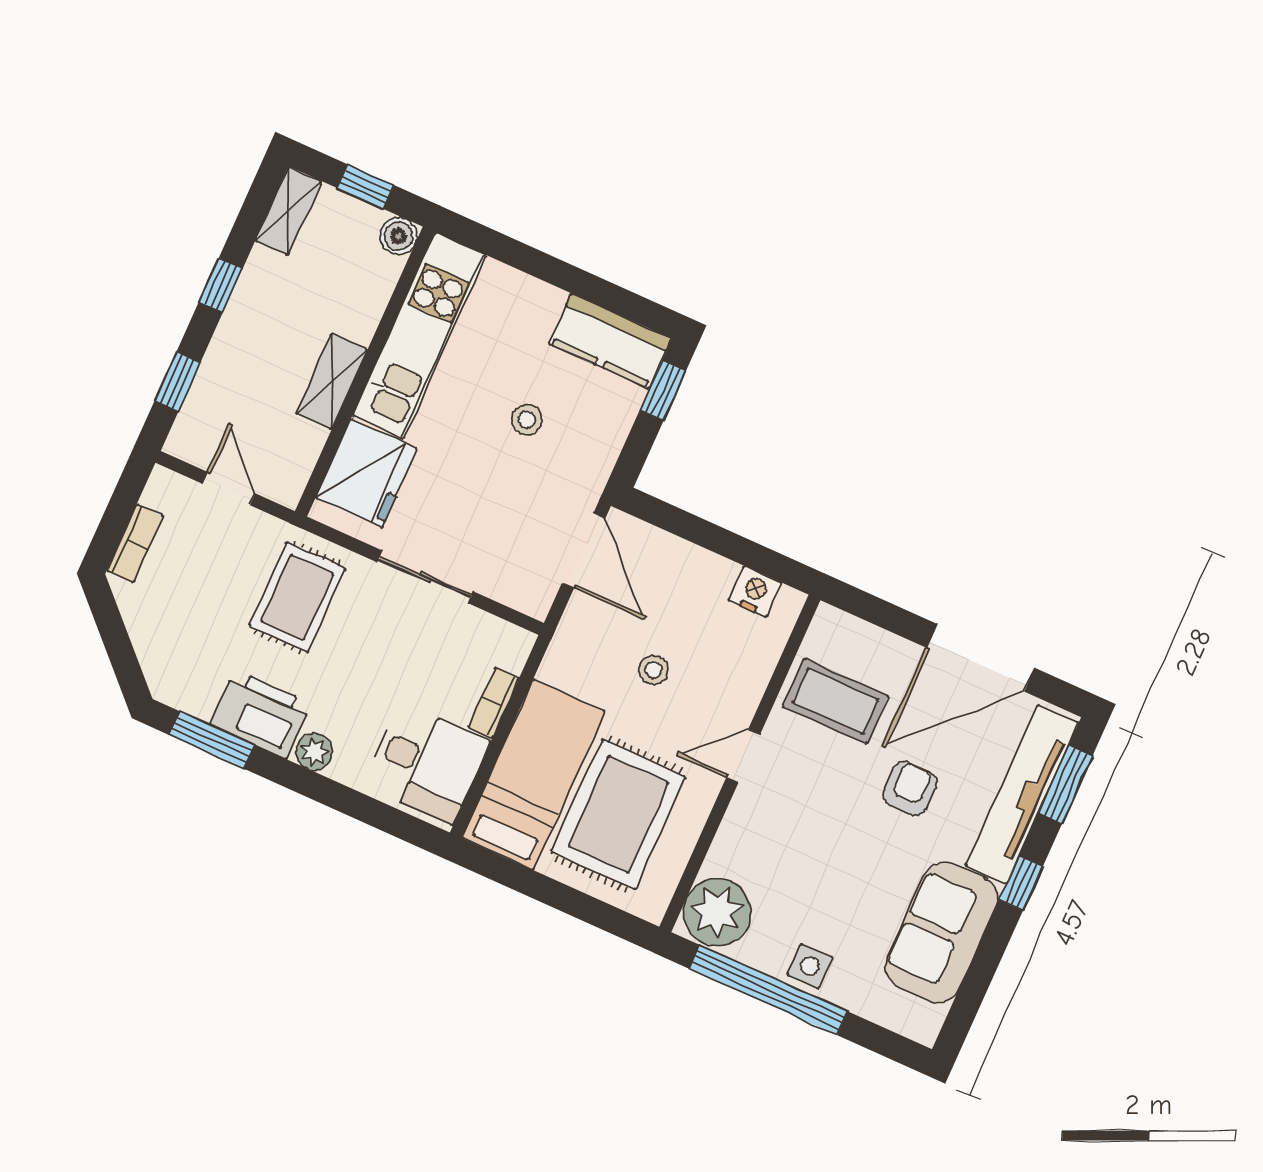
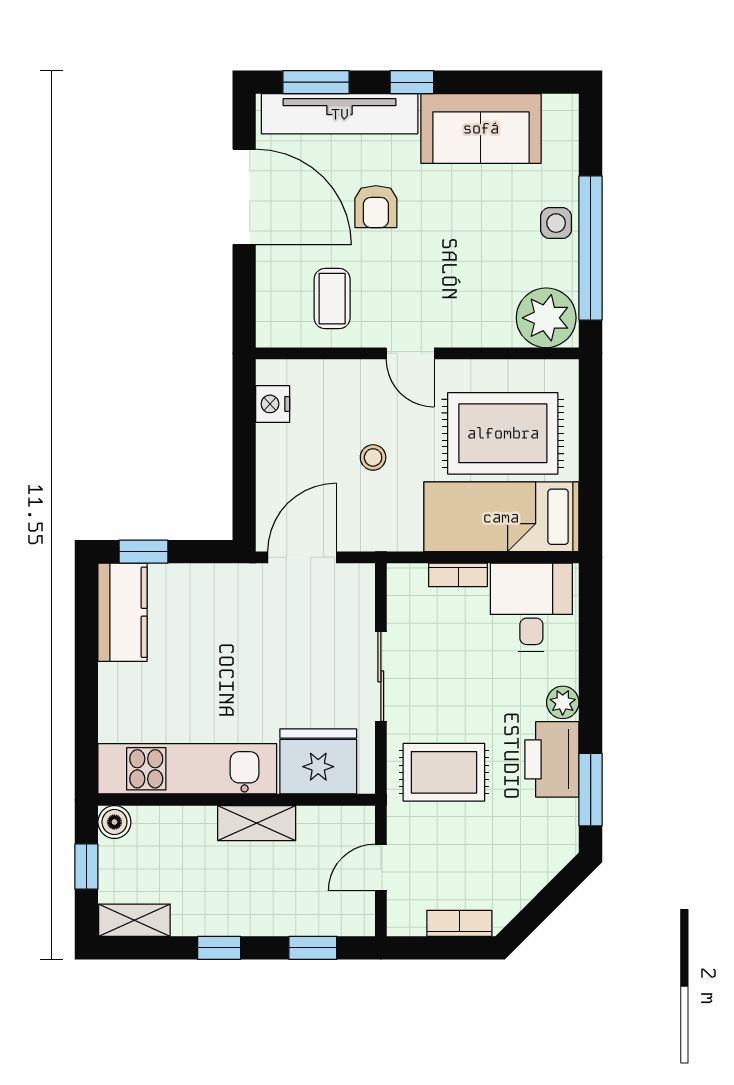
stool: (527, 420) -> (216, 651), removed
coffee table: (836, 701) -> (332, 299), width x0.73, depth x0.77
armchair: (910, 789) -> (376, 207), turned -90

